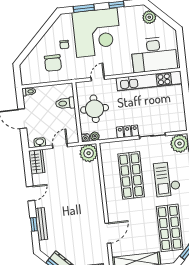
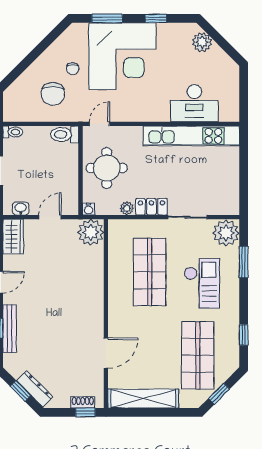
desk: (154, 54) -> (194, 103), width x0.73, depth x0.77
door: (98, 78) -> (99, 124), moved
toilet: (65, 103) -> (65, 134), moved
plant: (95, 136) -> (127, 208), moved
checkout: (167, 179) -> (202, 283), turned 180

